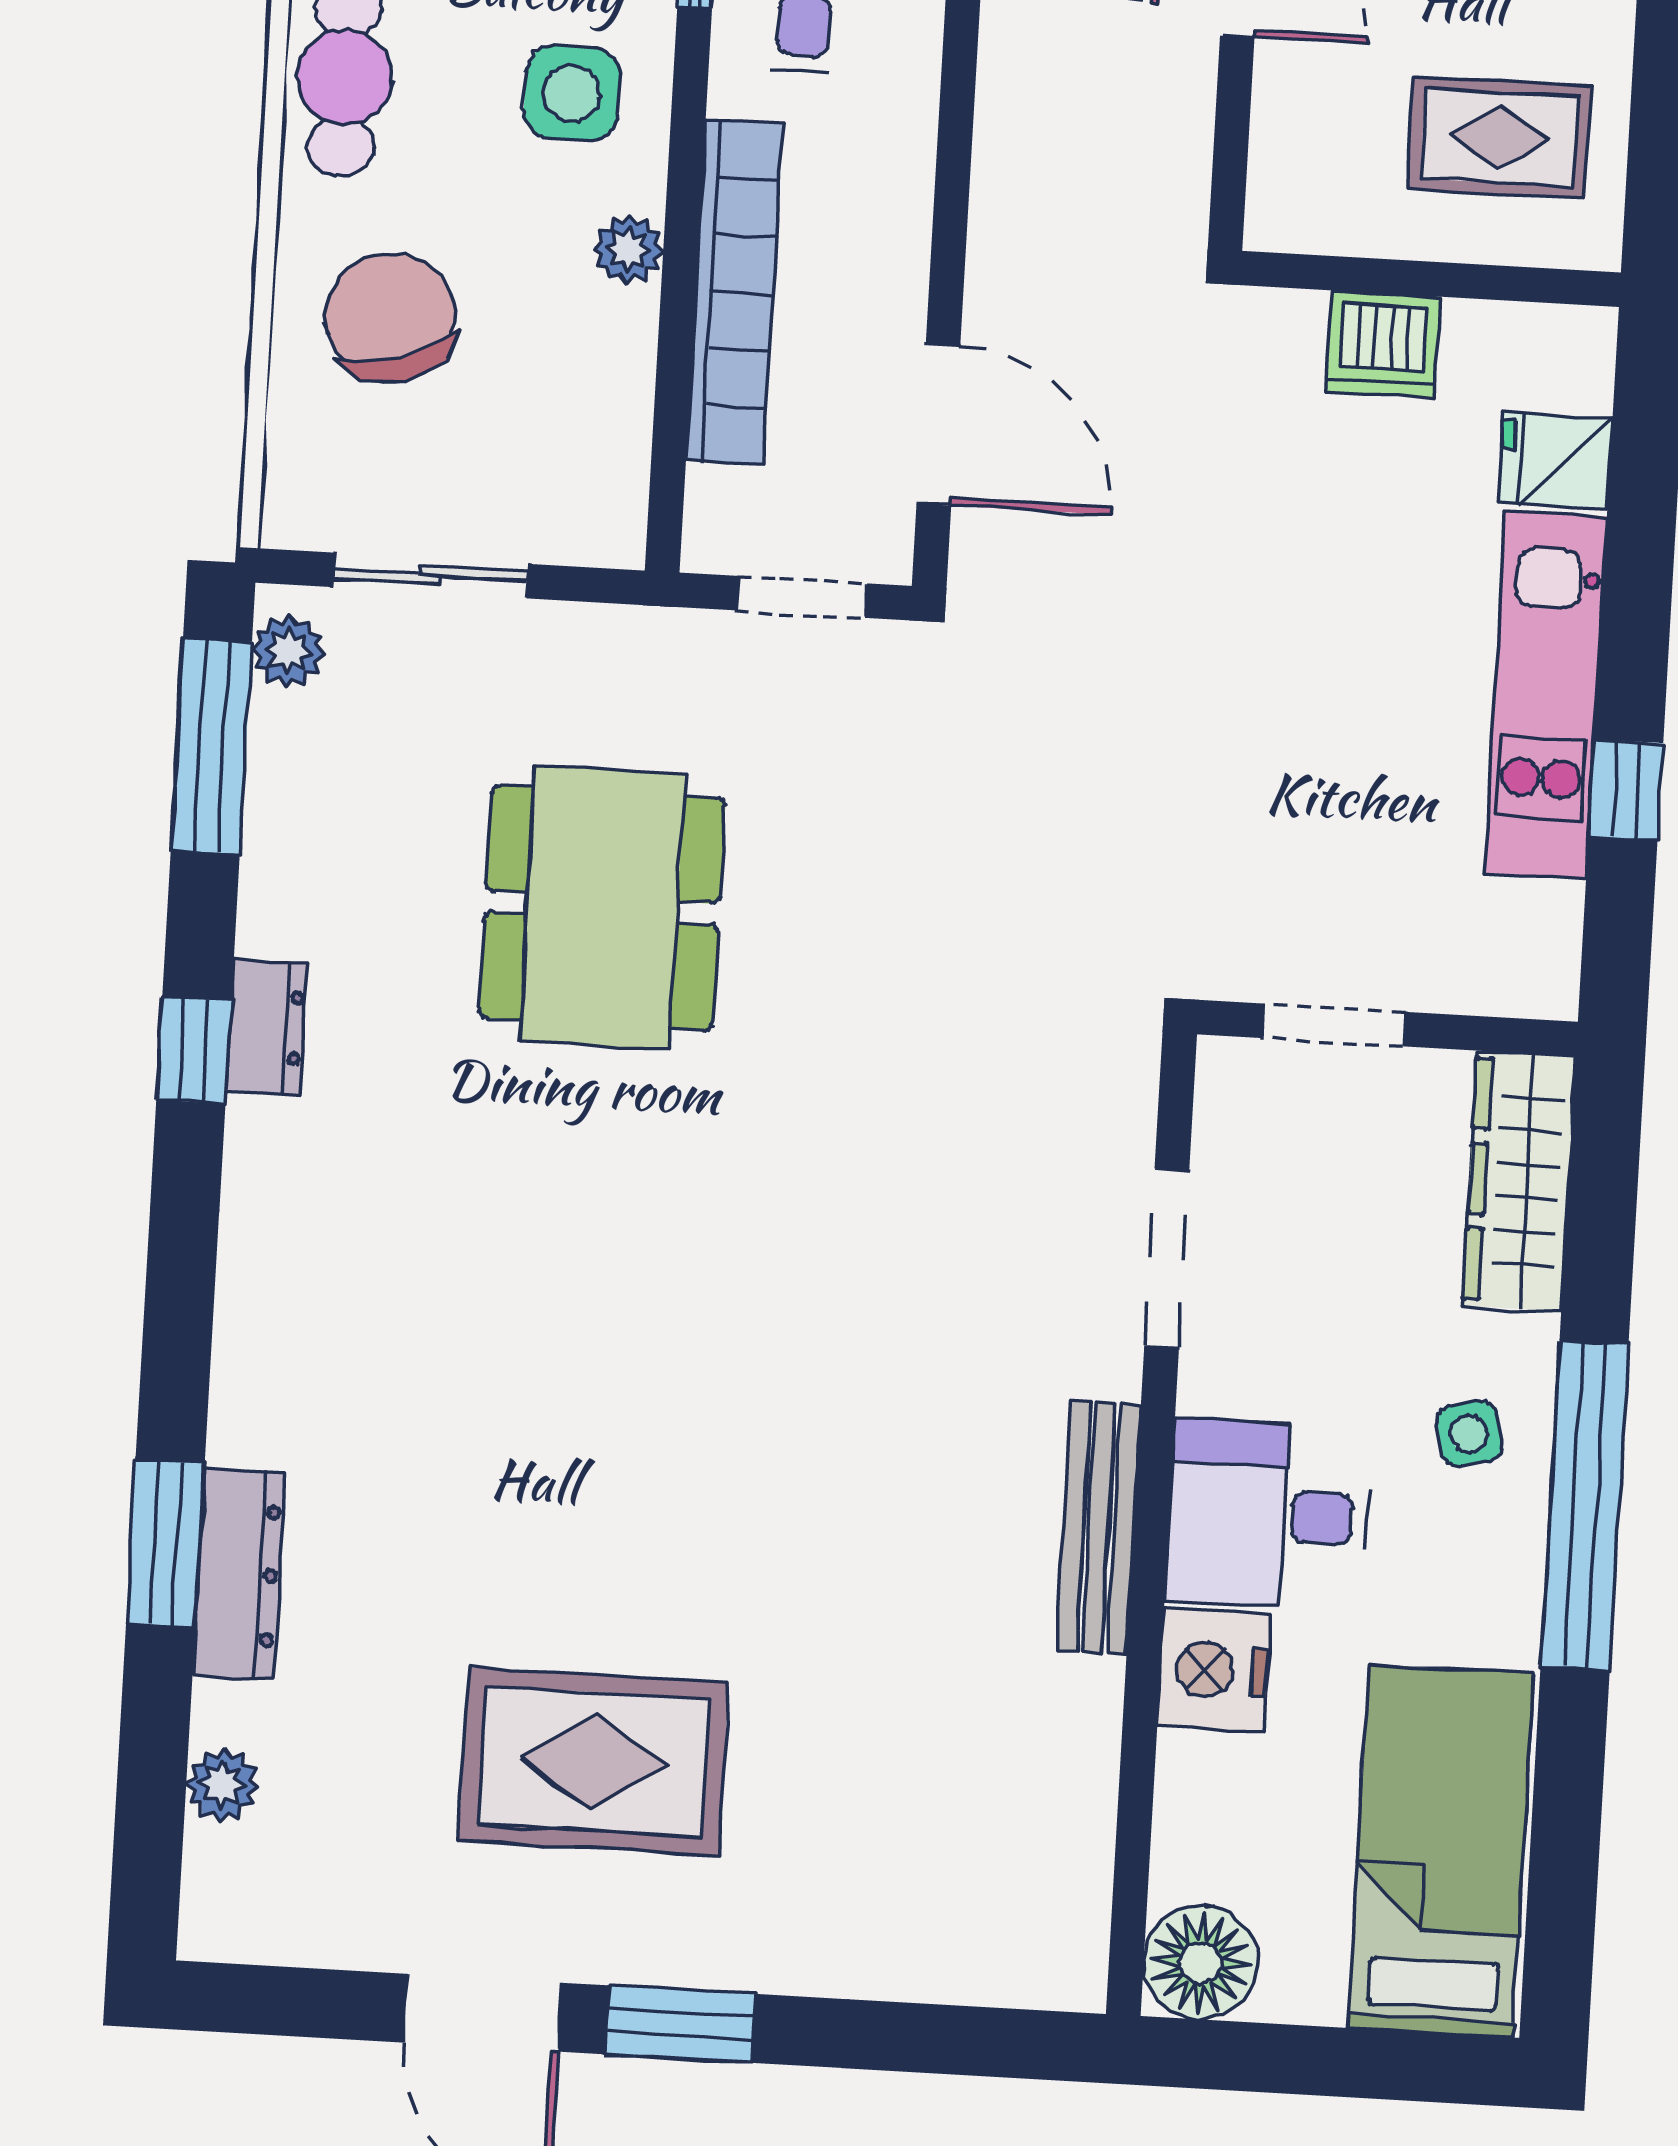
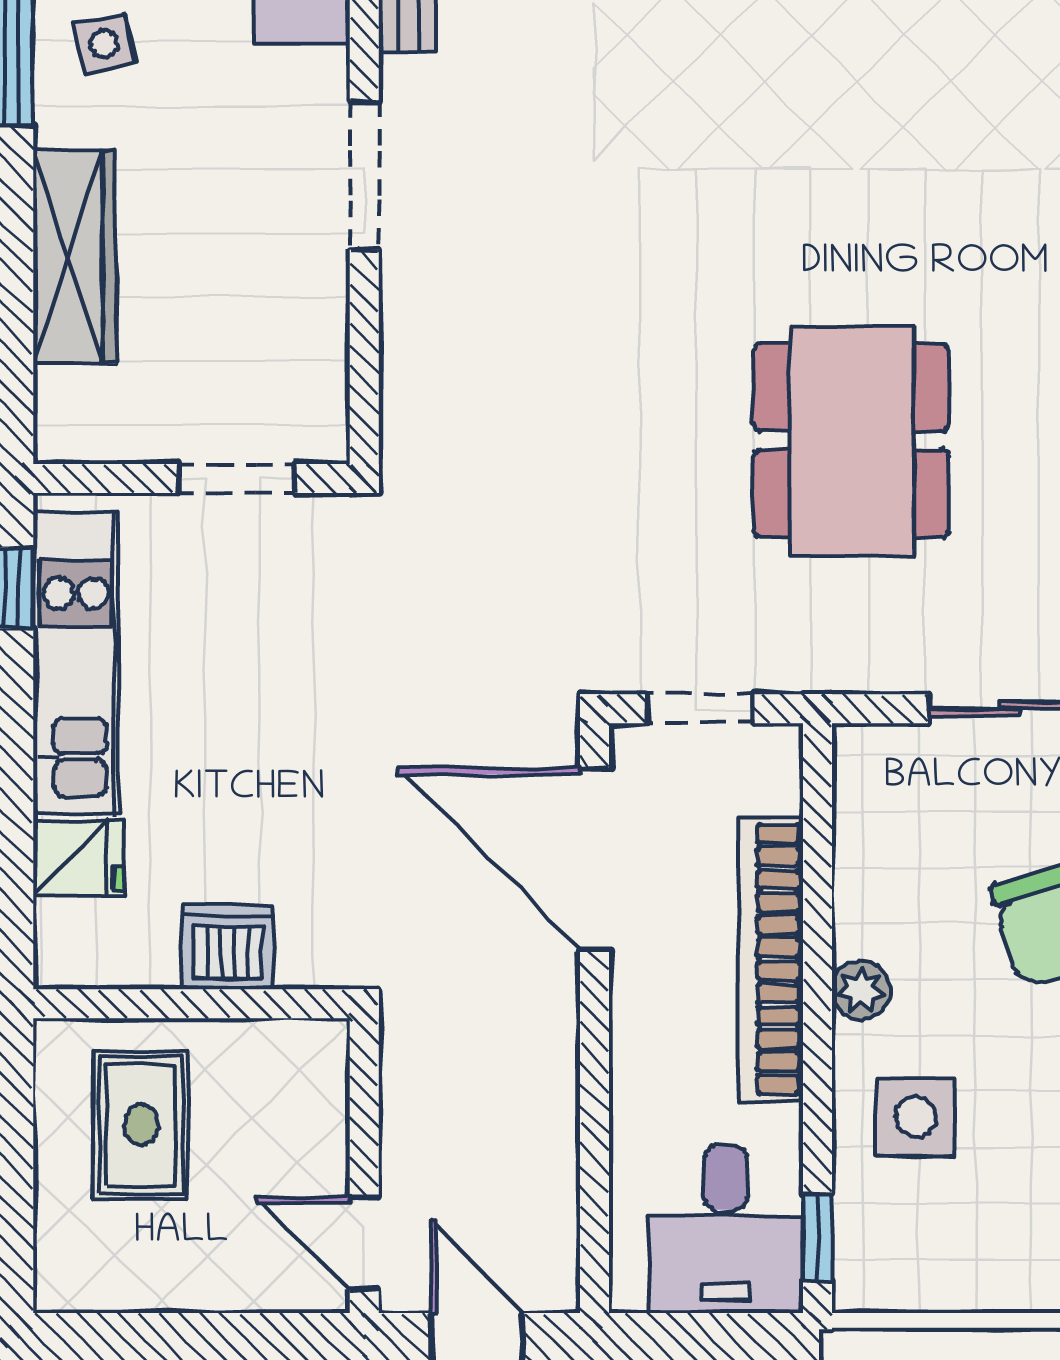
rug: (1499, 137) -> (141, 1125), turned 90
door: (938, 425) -> (594, 859), width x1.36
doorway: (1334, 1025) -> (236, 479), moved
wall: (1387, 1028) -> (191, 479), moved

